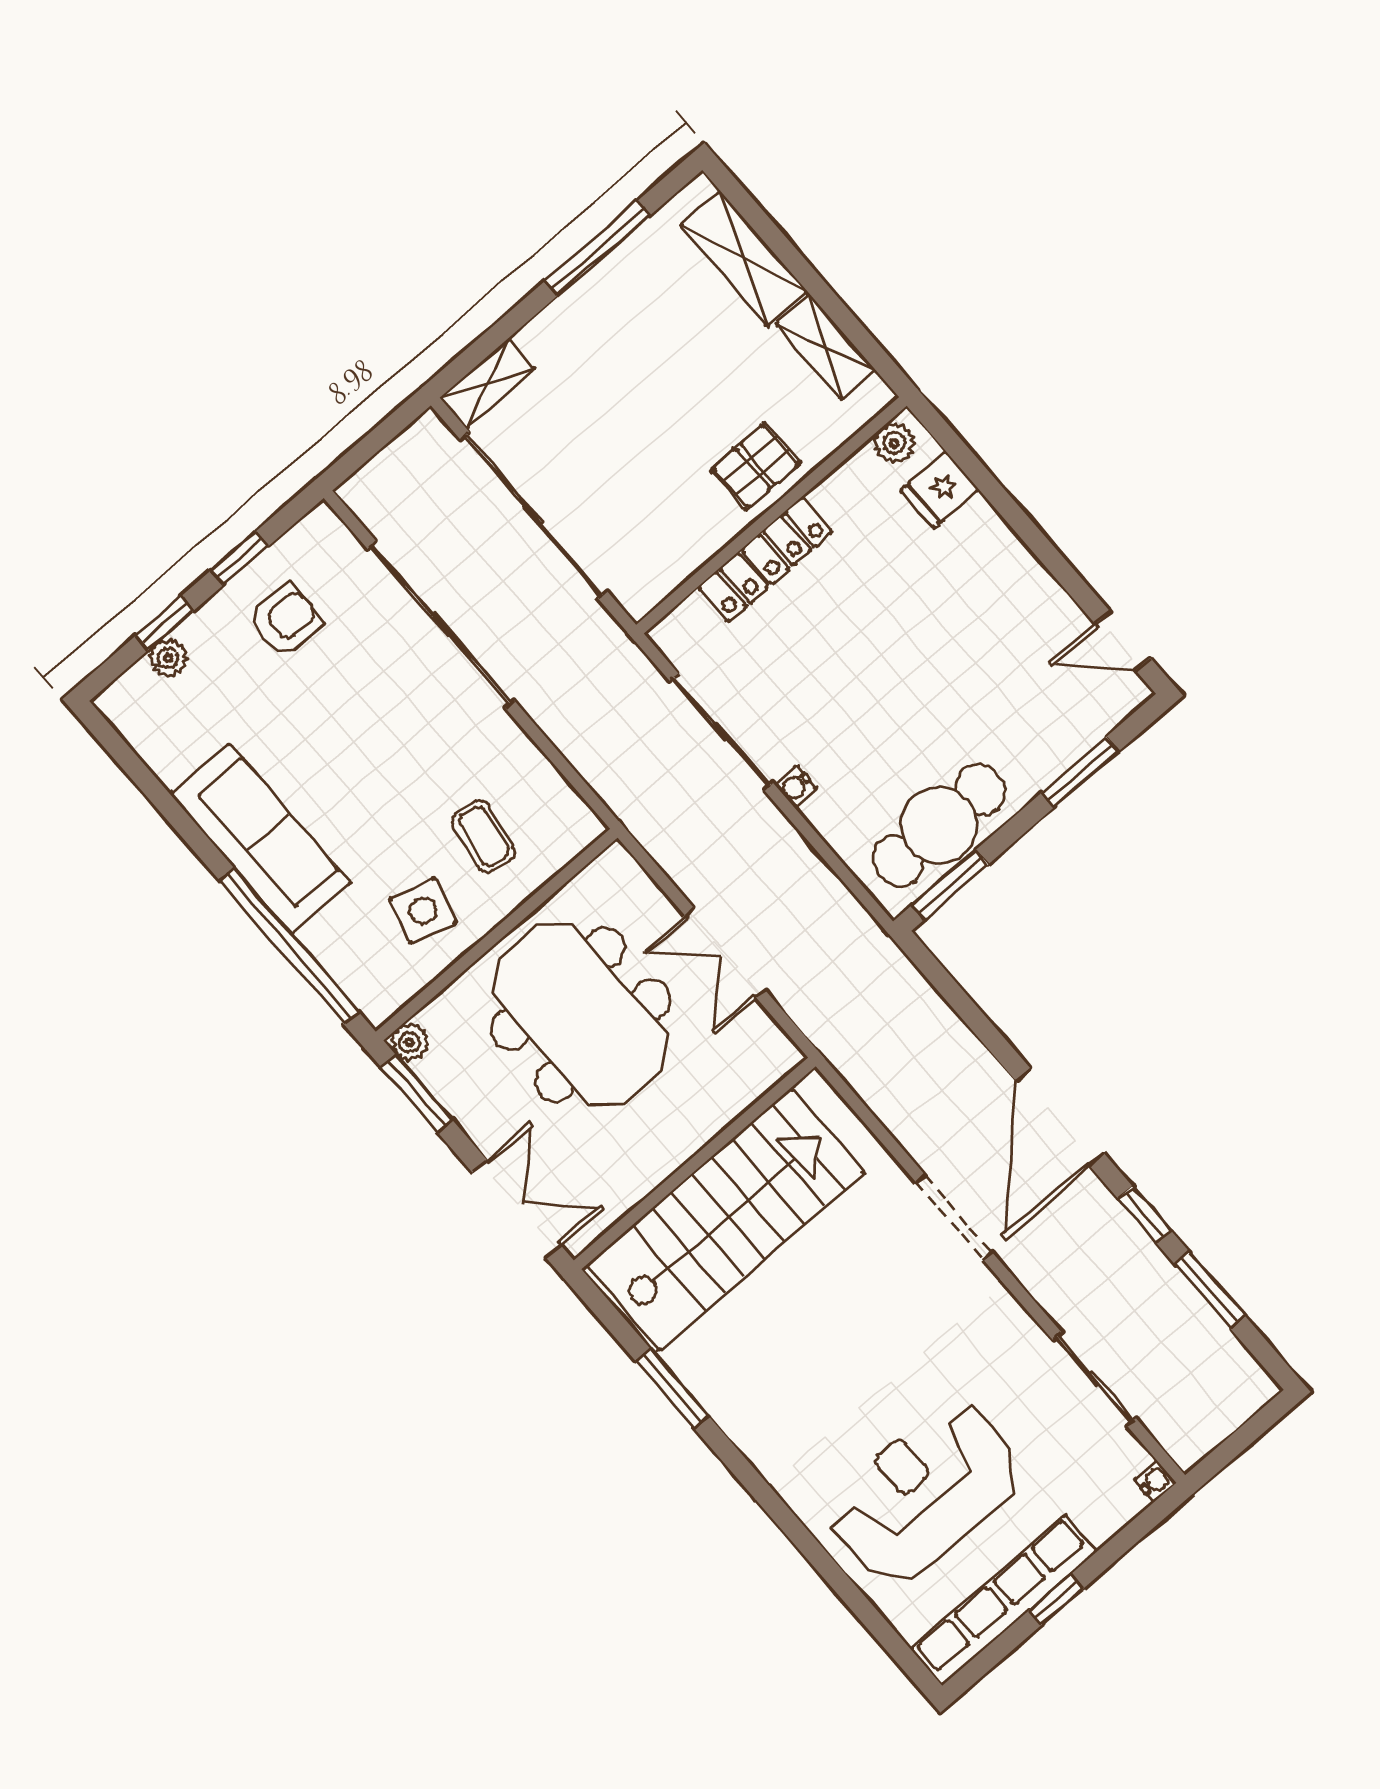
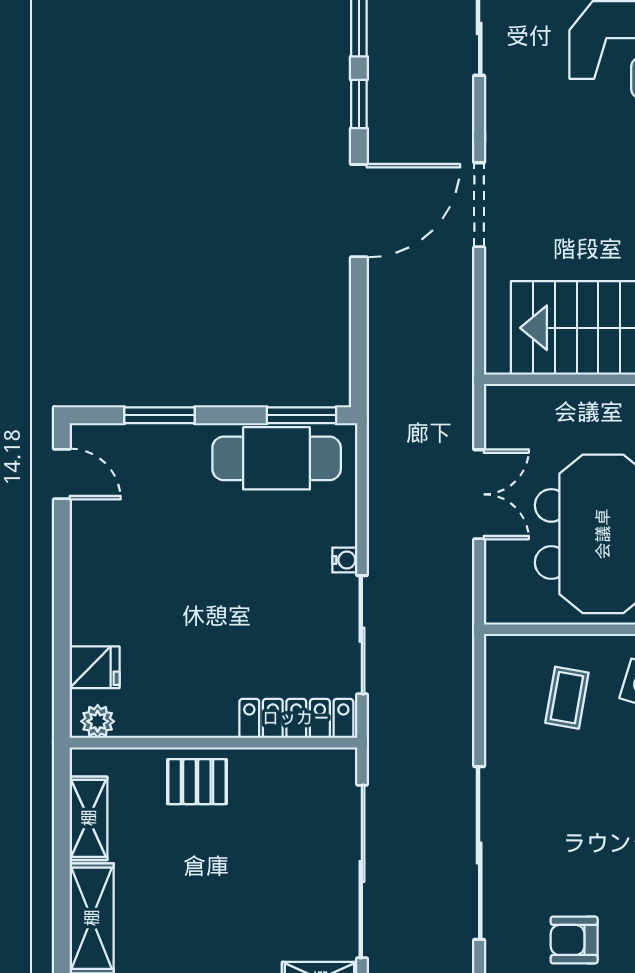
locker: (765, 559) -> (296, 718), moved

